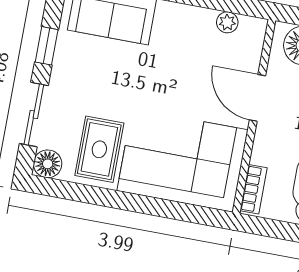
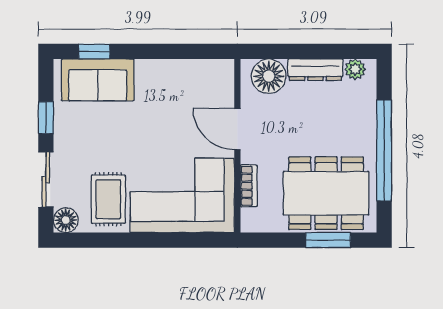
plant: (227, 22) -> (199, 68), removed
bookcase: (254, 189) -> (249, 186), moved

